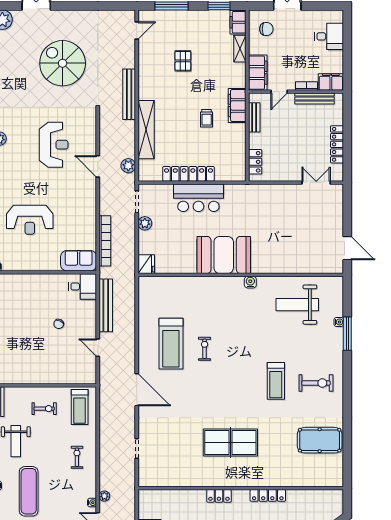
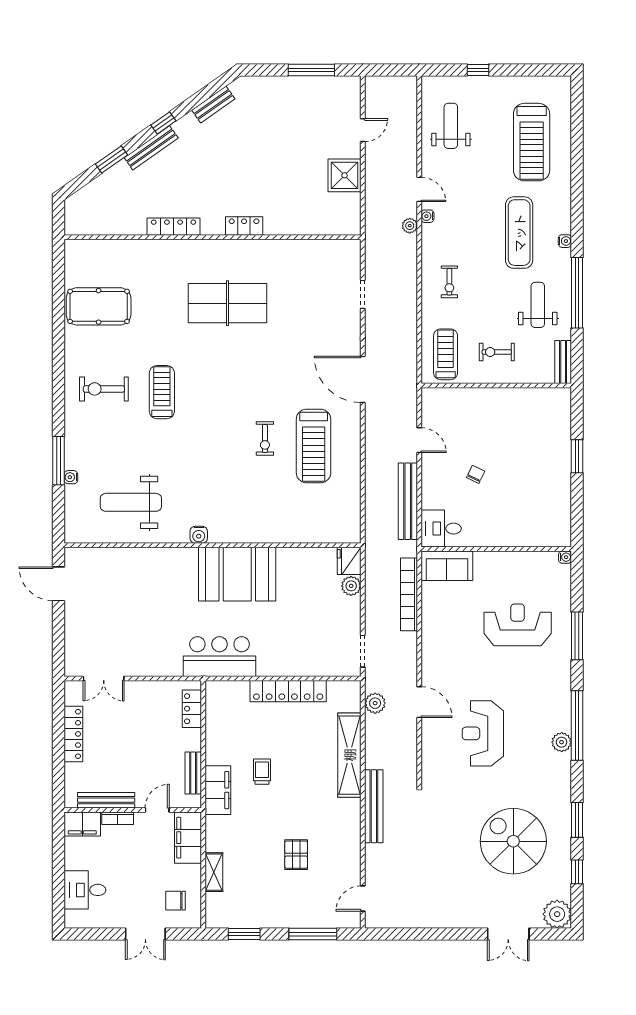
filing cabinet: (238, 22) -> (217, 910), removed
spiral stairs: (63, 63) -> (513, 841), moved, turned 180
bar counter: (198, 198) -> (220, 657), moved
plant: (145, 223) -> (351, 586), moved
weight bench: (297, 305) -> (131, 502), turned 180
treadmill: (171, 344) -> (314, 446), turned 180

